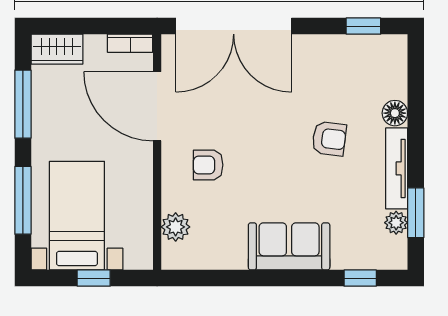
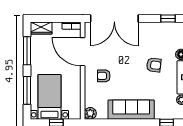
plant: (176, 227) -> (90, 113), moved
sofa: (289, 246) -> (131, 110), width x1.36

